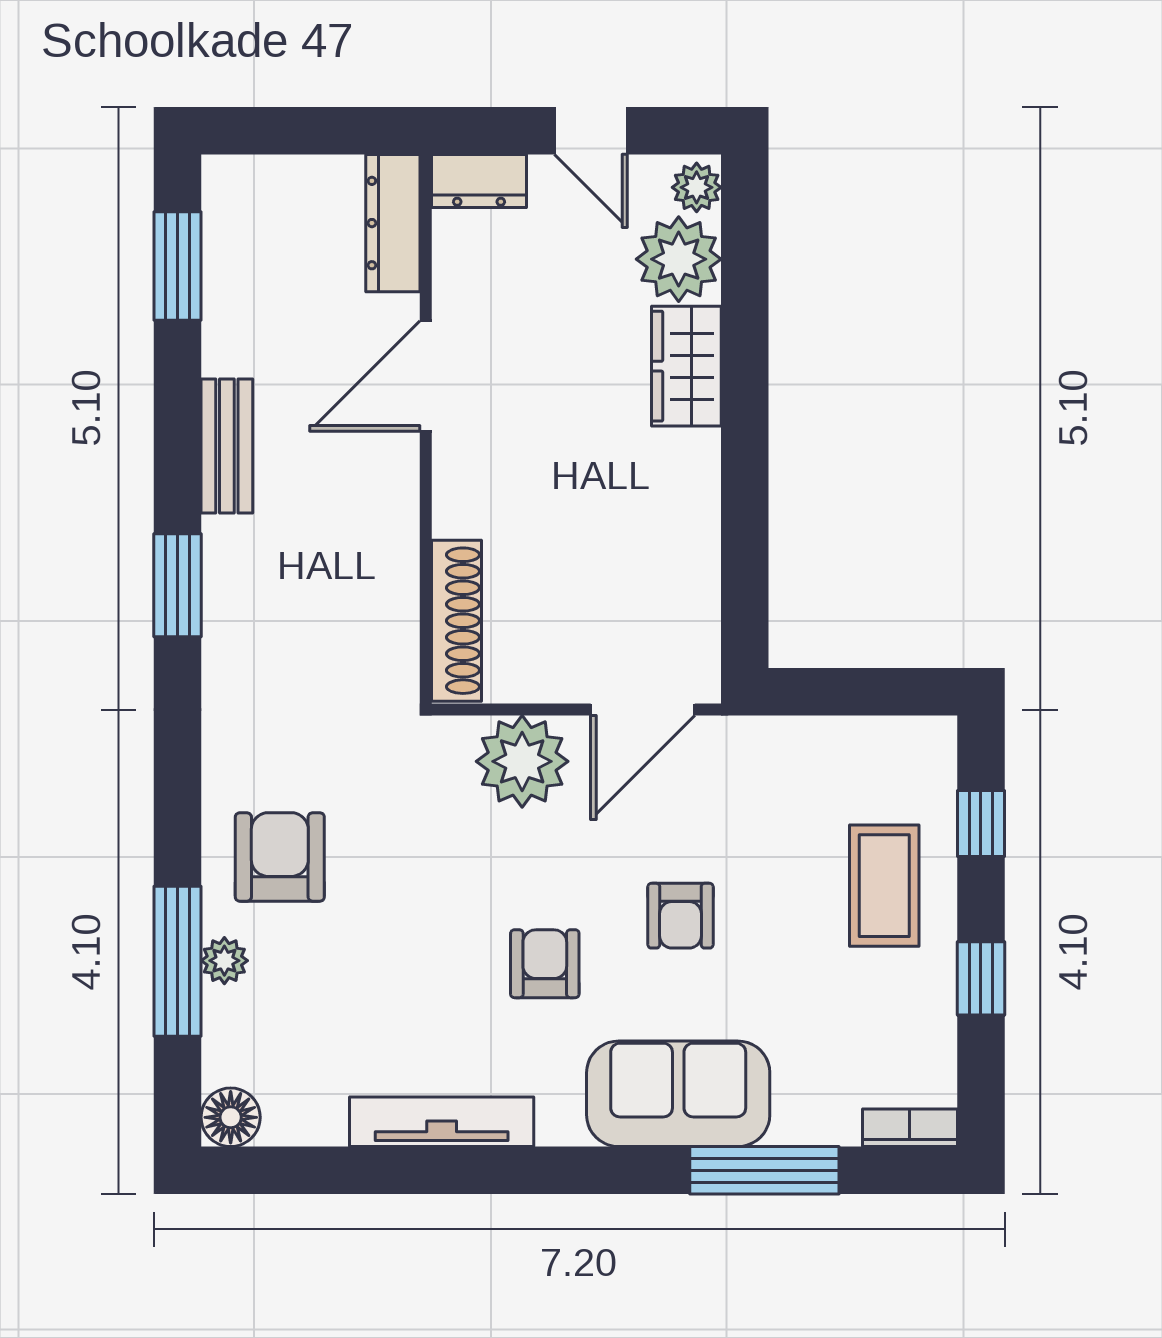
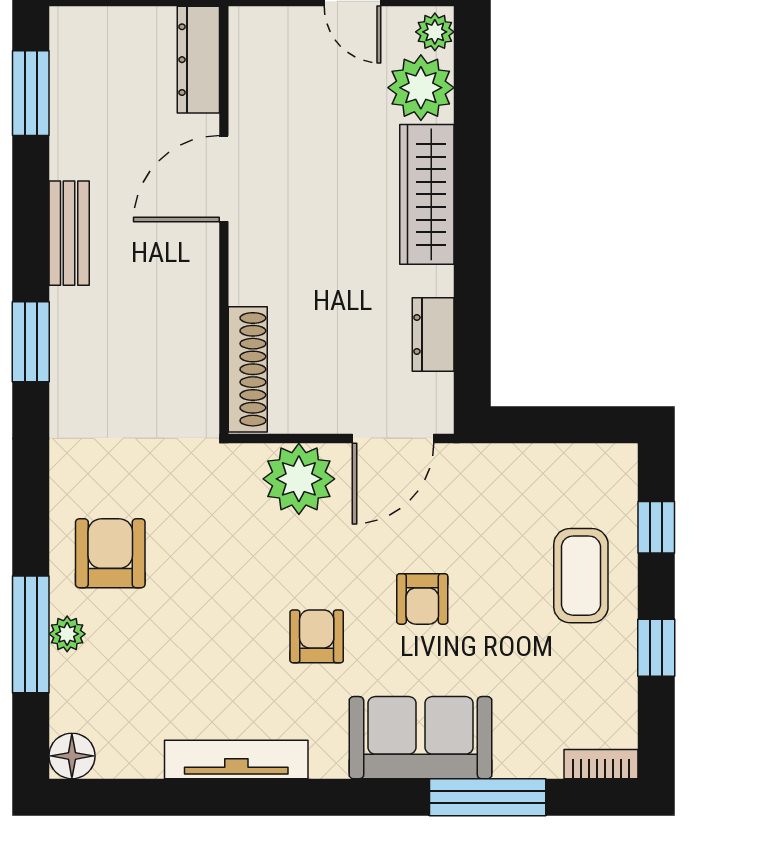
dresser: (479, 181) -> (433, 334), moved, turned 90
wardrobe: (686, 366) -> (427, 194), width x1.50

